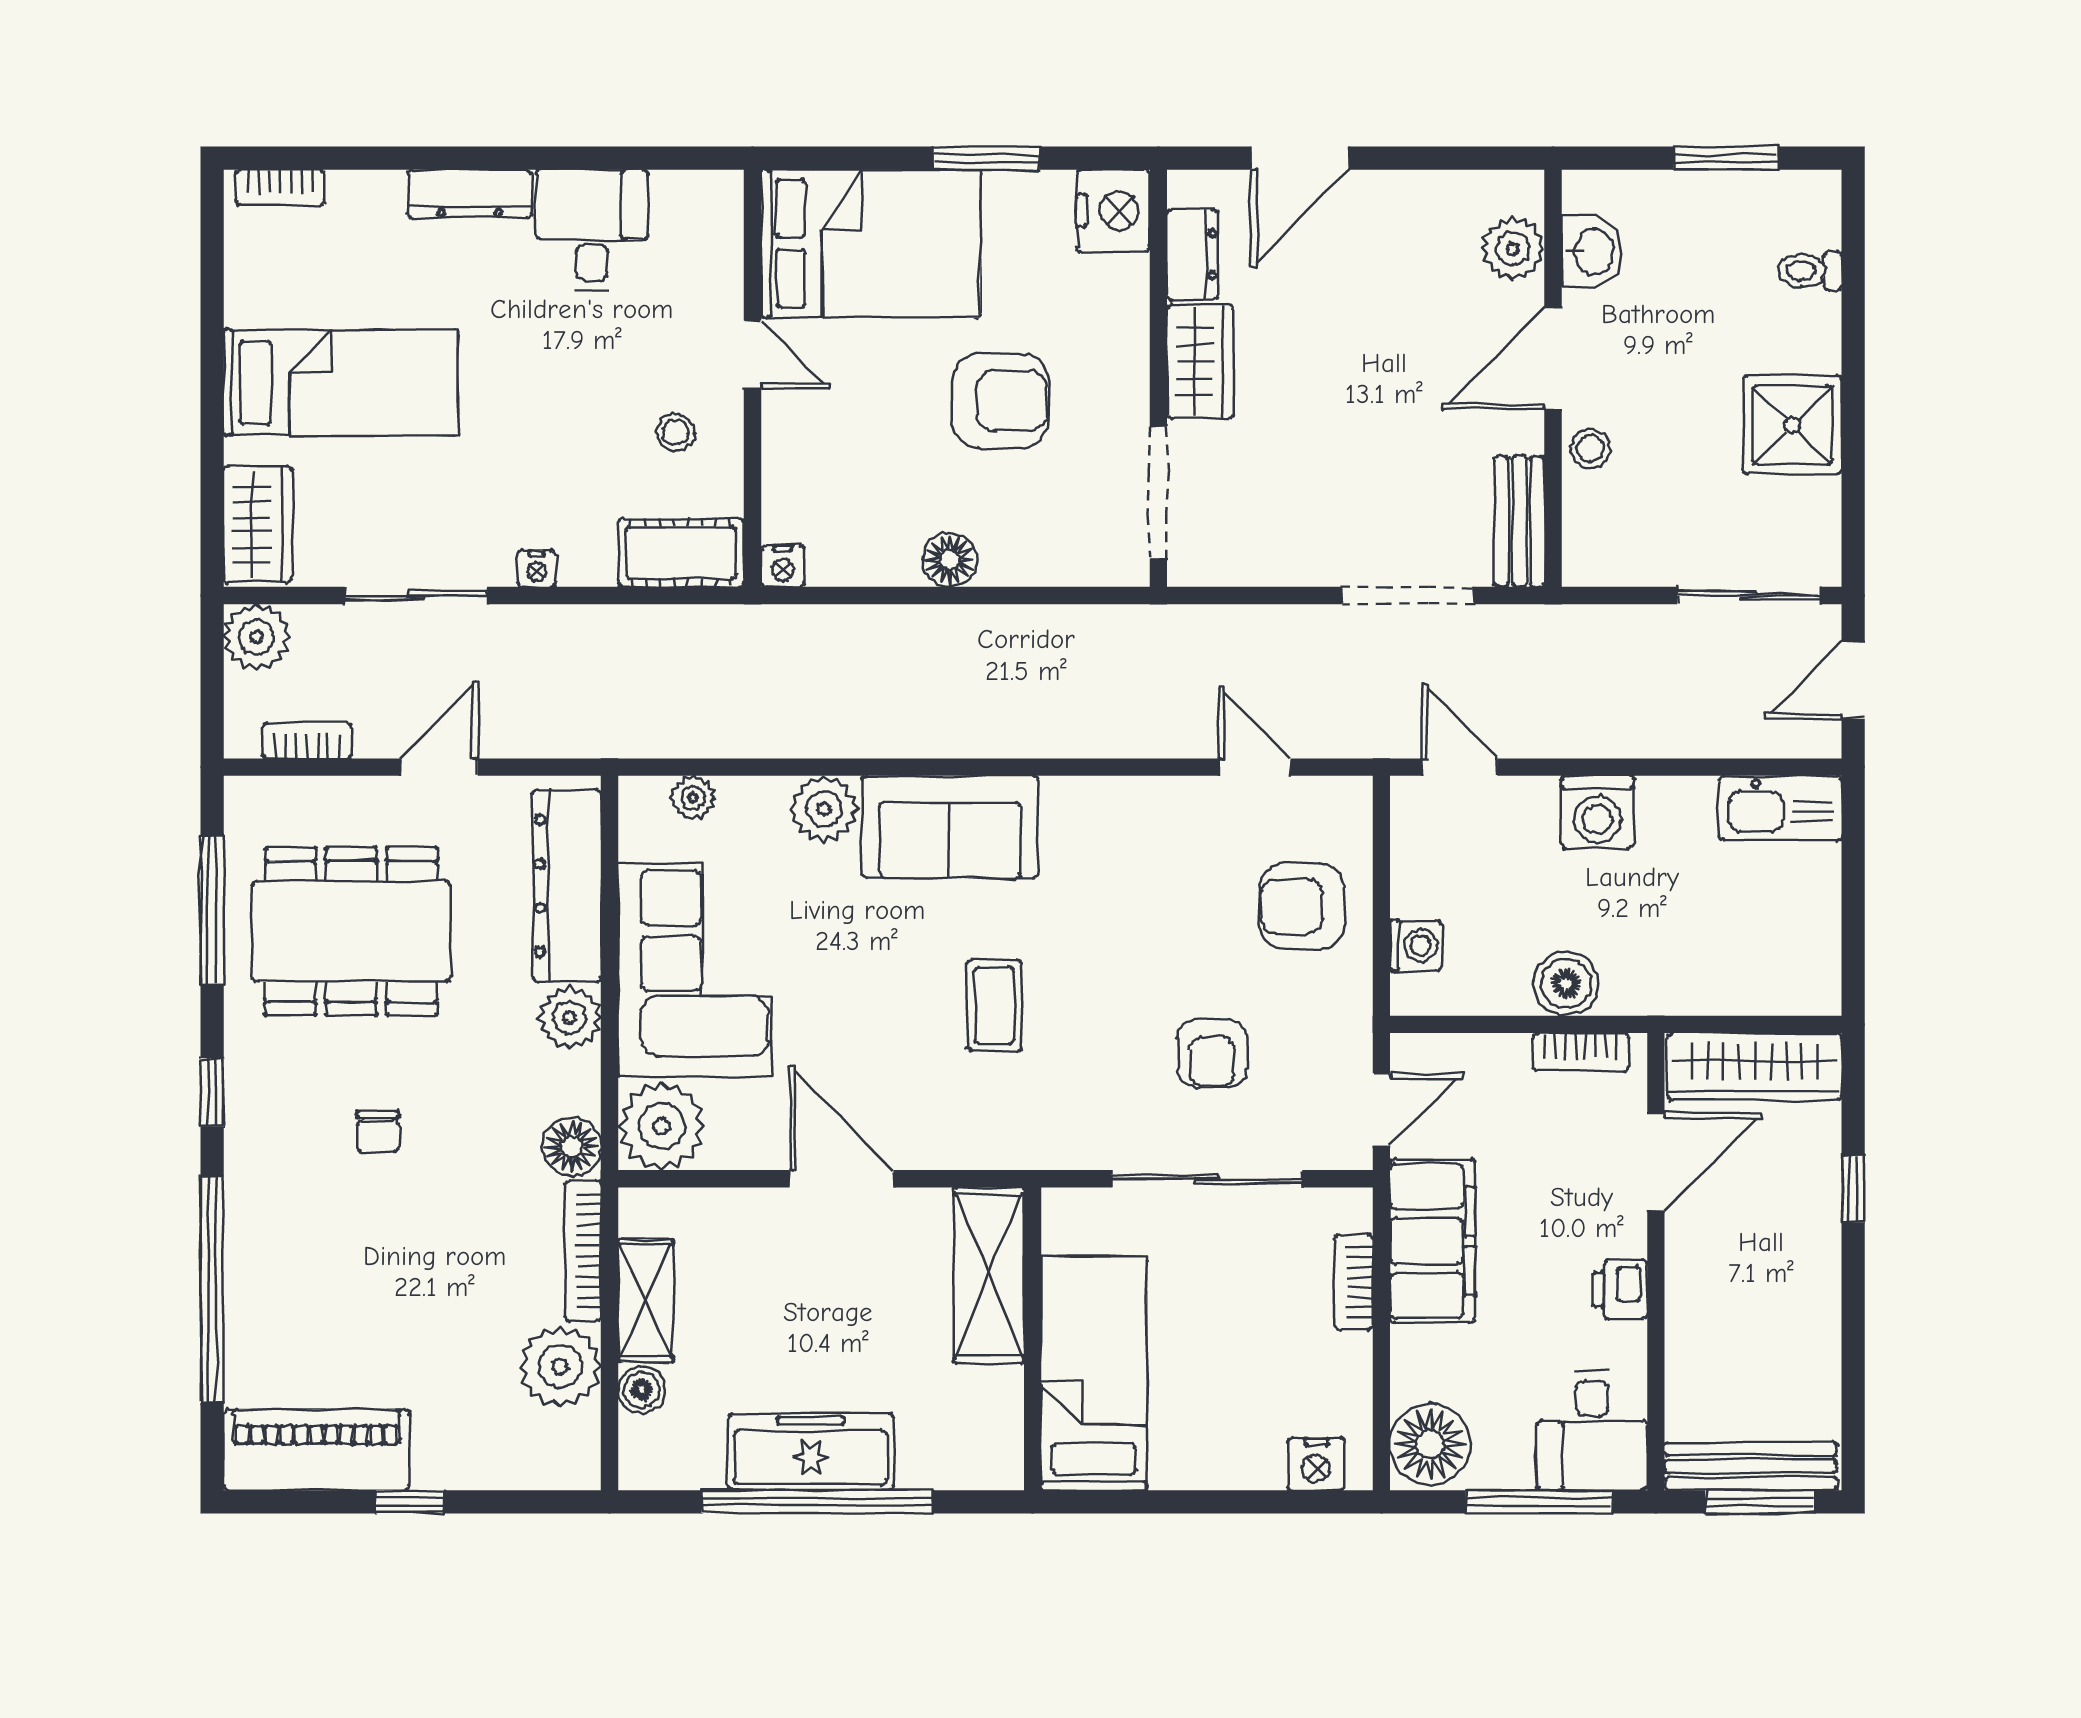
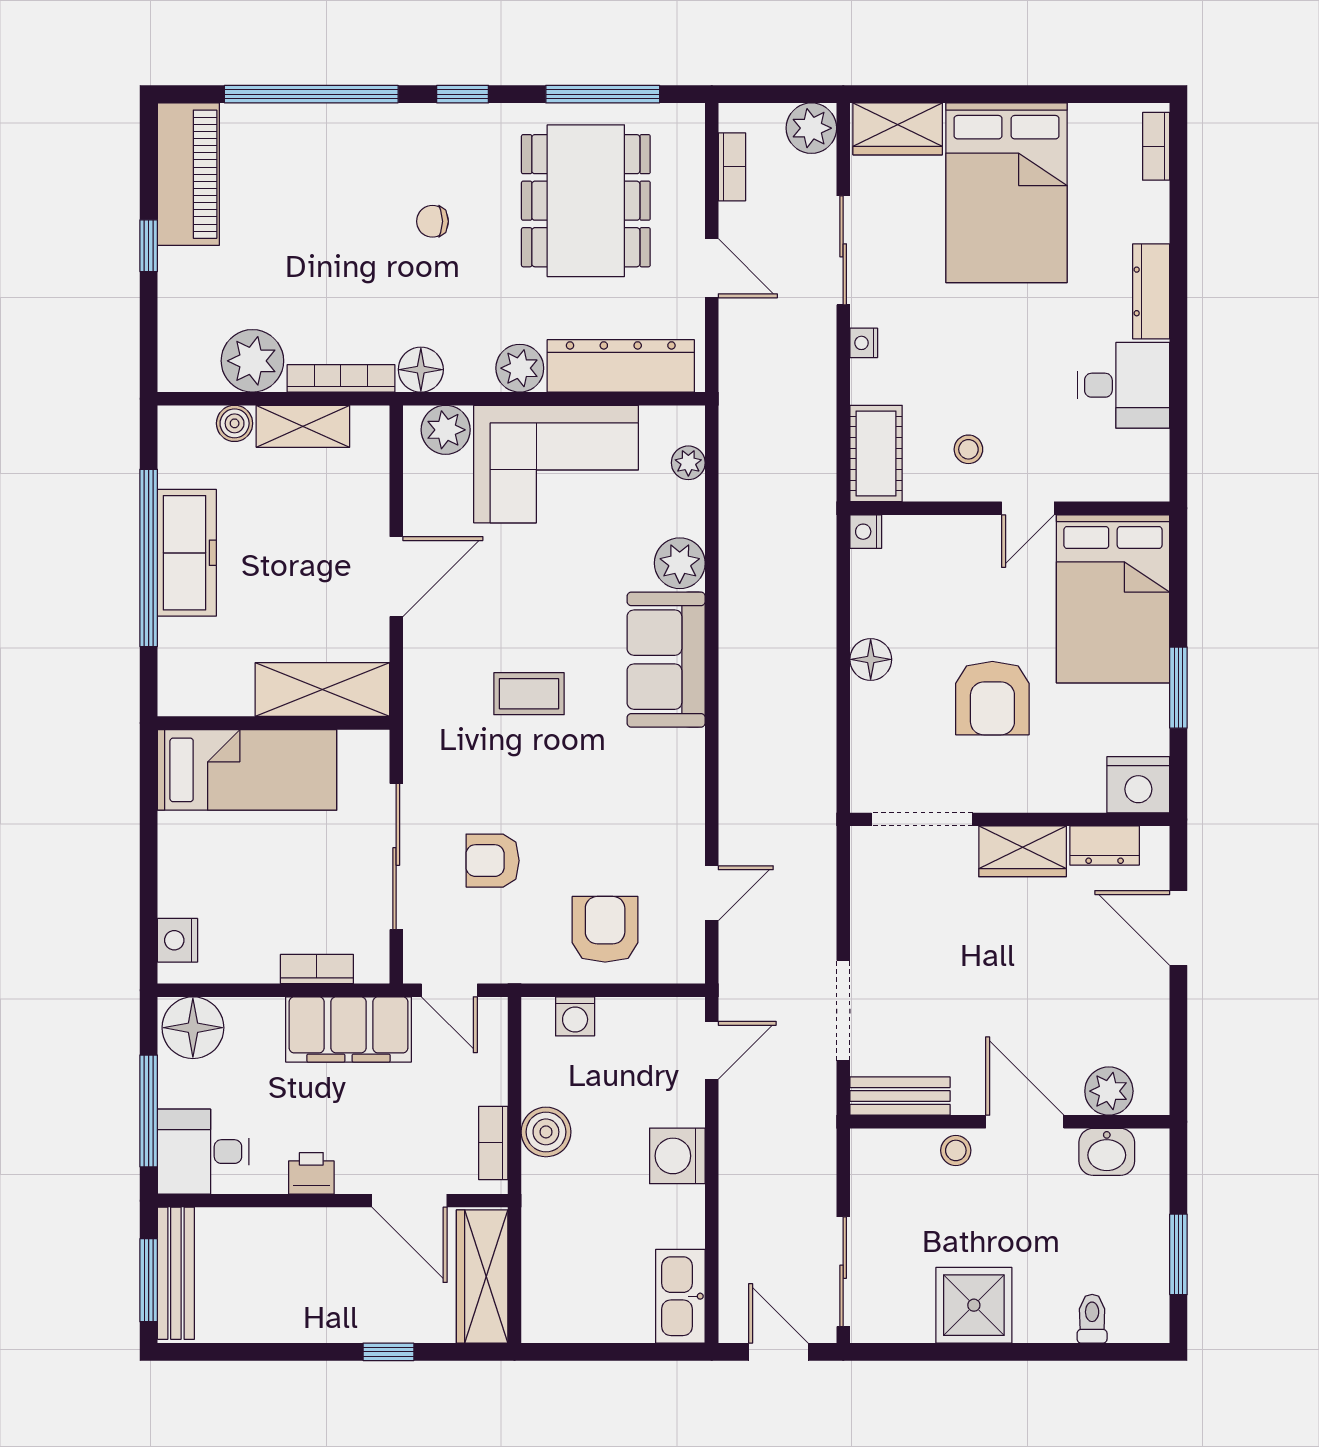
bed: (341, 382) -> (1007, 193), width x1.50
plant: (662, 1126) -> (446, 430), width x0.73, depth x0.73

